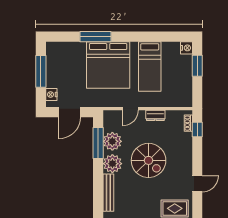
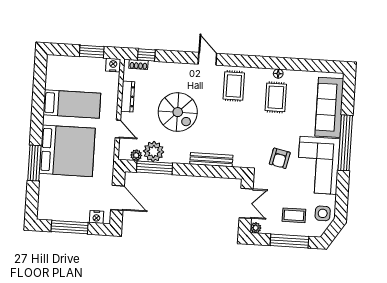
nightstand: (186, 48) -> (113, 65), moved
window: (197, 66) -> (92, 51), moved
dresser: (155, 115) -> (128, 97), width x1.44
spiral stairs: (149, 160) -> (178, 112), turned 90
plant: (112, 164) -> (136, 155), moved, width x0.53, depth x0.53

